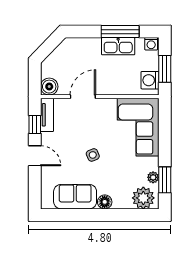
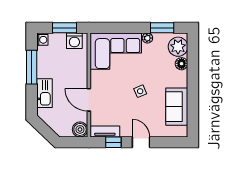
kitchen sink: (118, 46) -> (45, 93), moved
door: (35, 156) -> (141, 142), hinge flipped
plant: (153, 177) -> (147, 38), moved
floor lamp: (105, 202) -> (182, 64), moved

